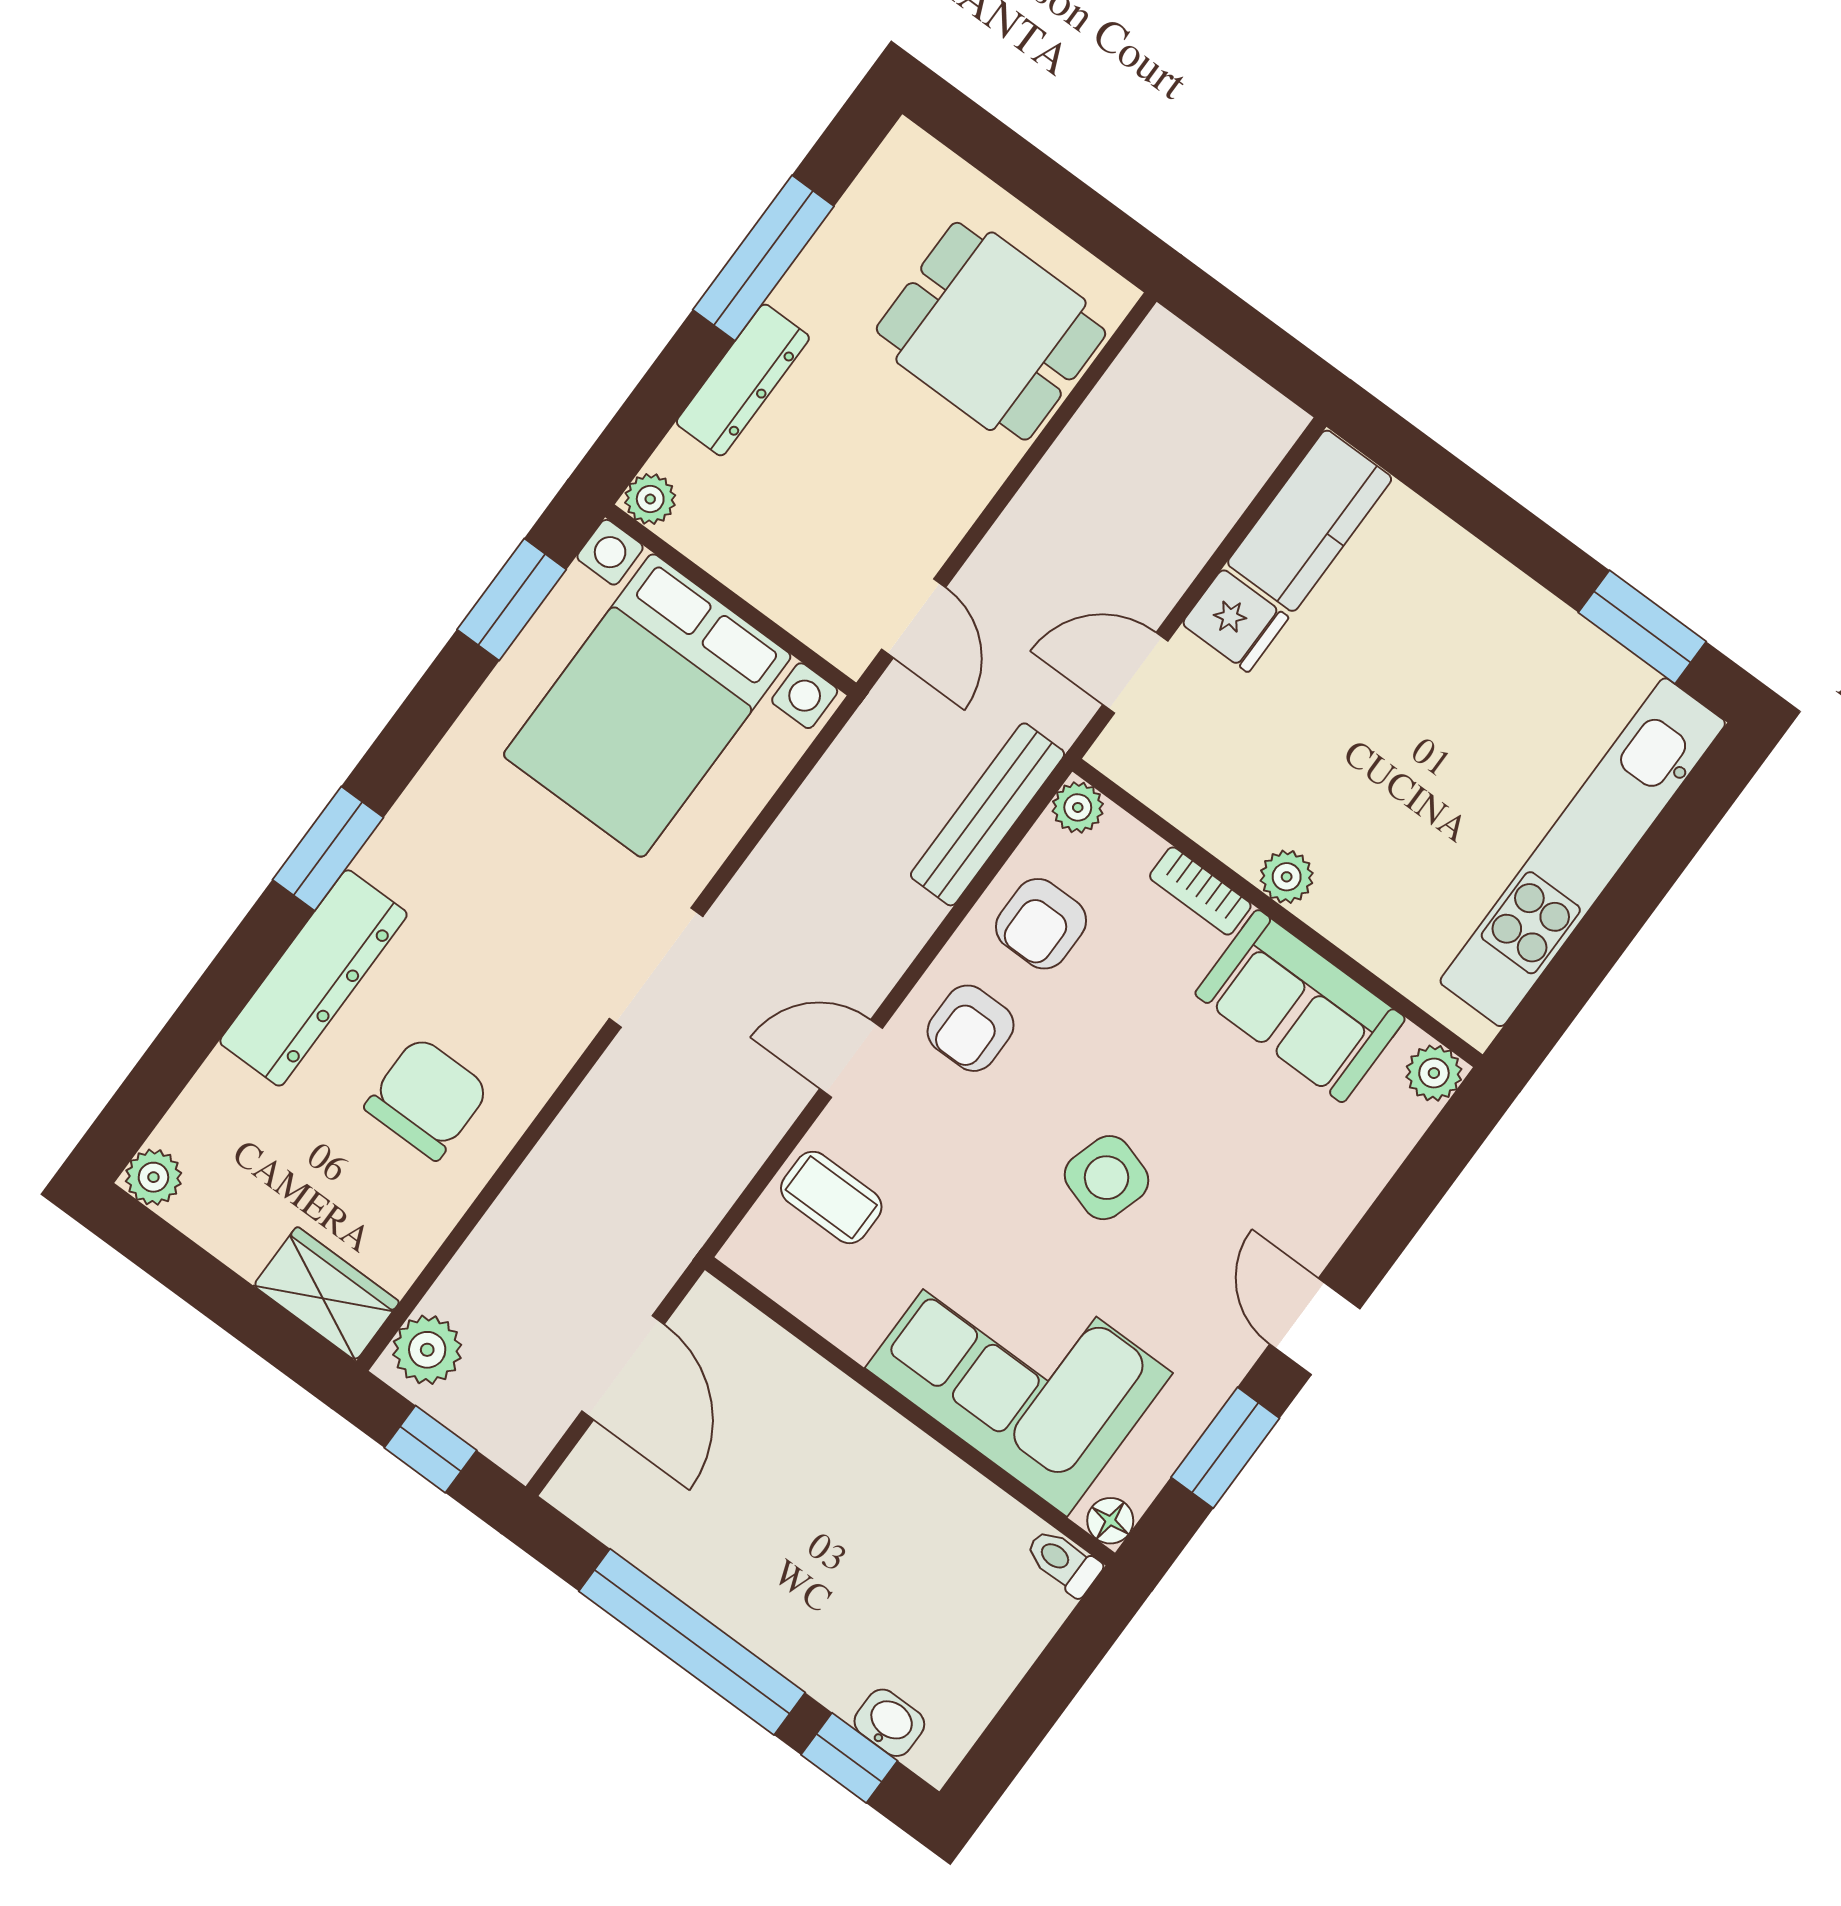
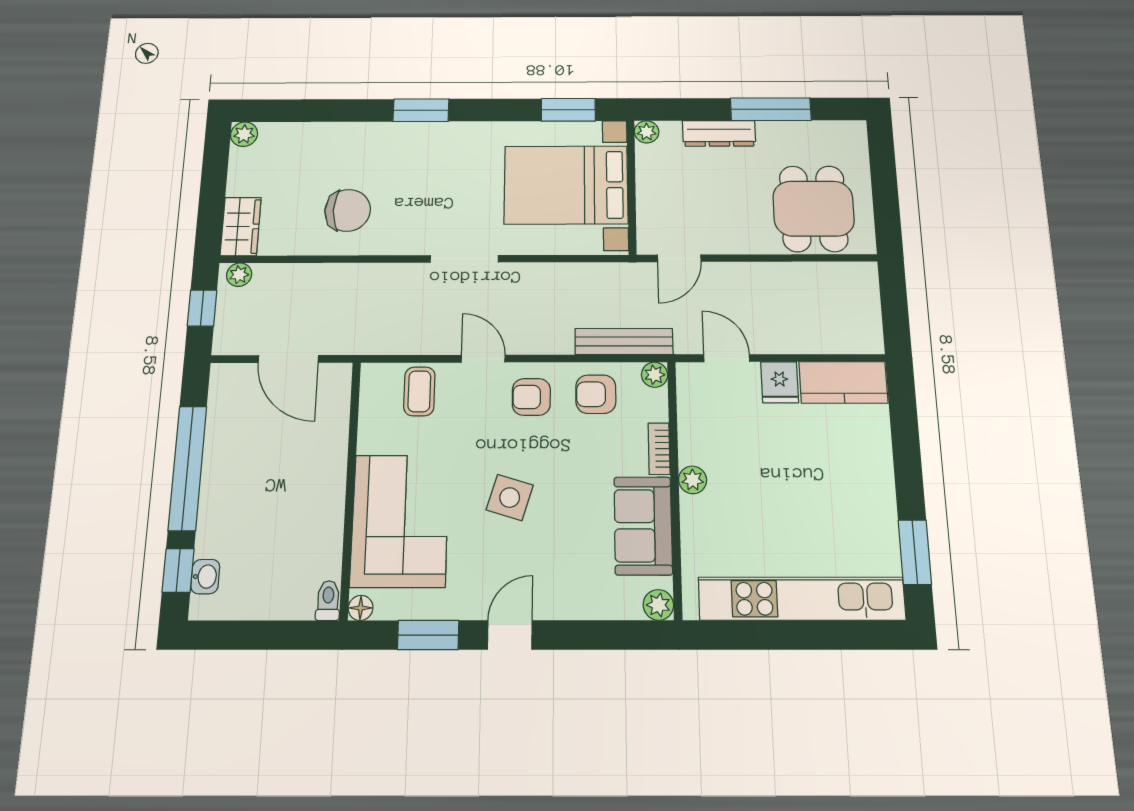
dresser: (313, 978) -> (366, 138), removed
plant: (427, 1350) -> (239, 275), width x0.73, depth x0.73
door: (623, 1368) -> (288, 359), hinge flipped

